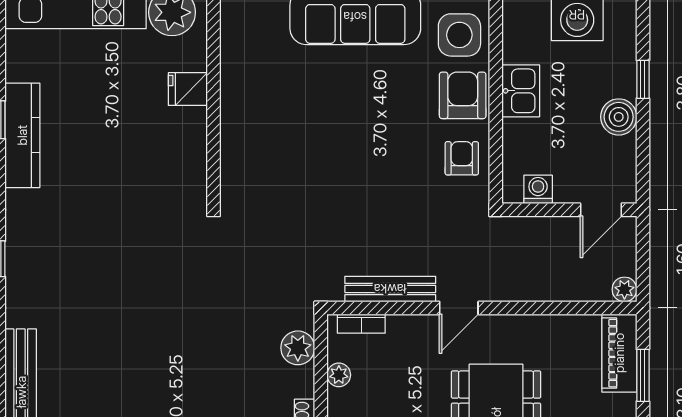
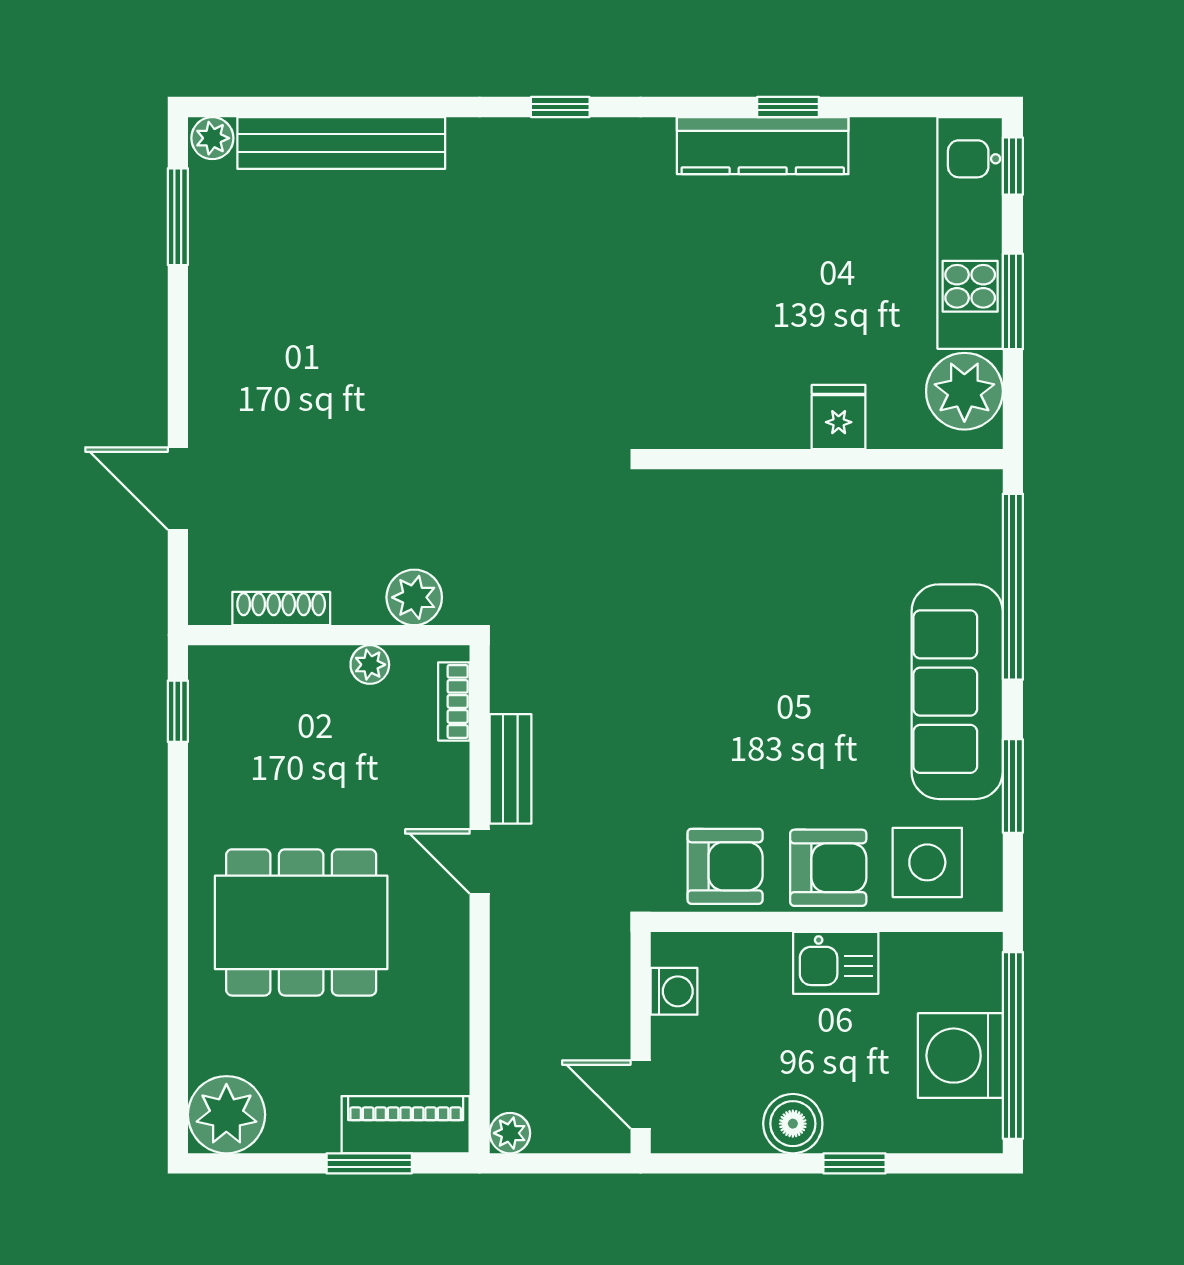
armchair: (462, 158) -> (725, 866), width x1.38, depth x1.38
bench: (390, 289) -> (511, 769), width x0.73

